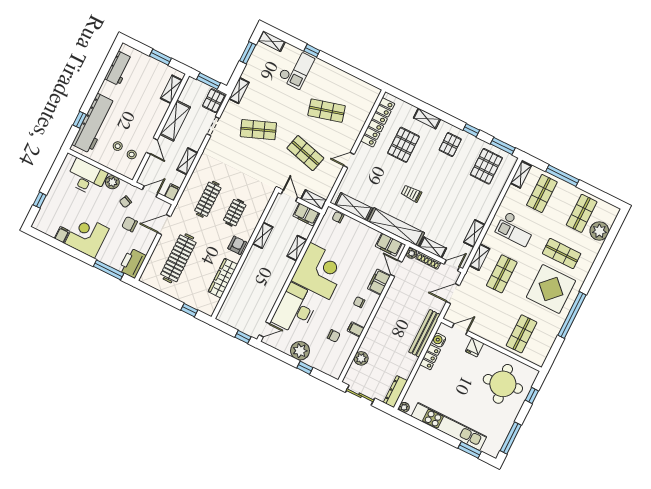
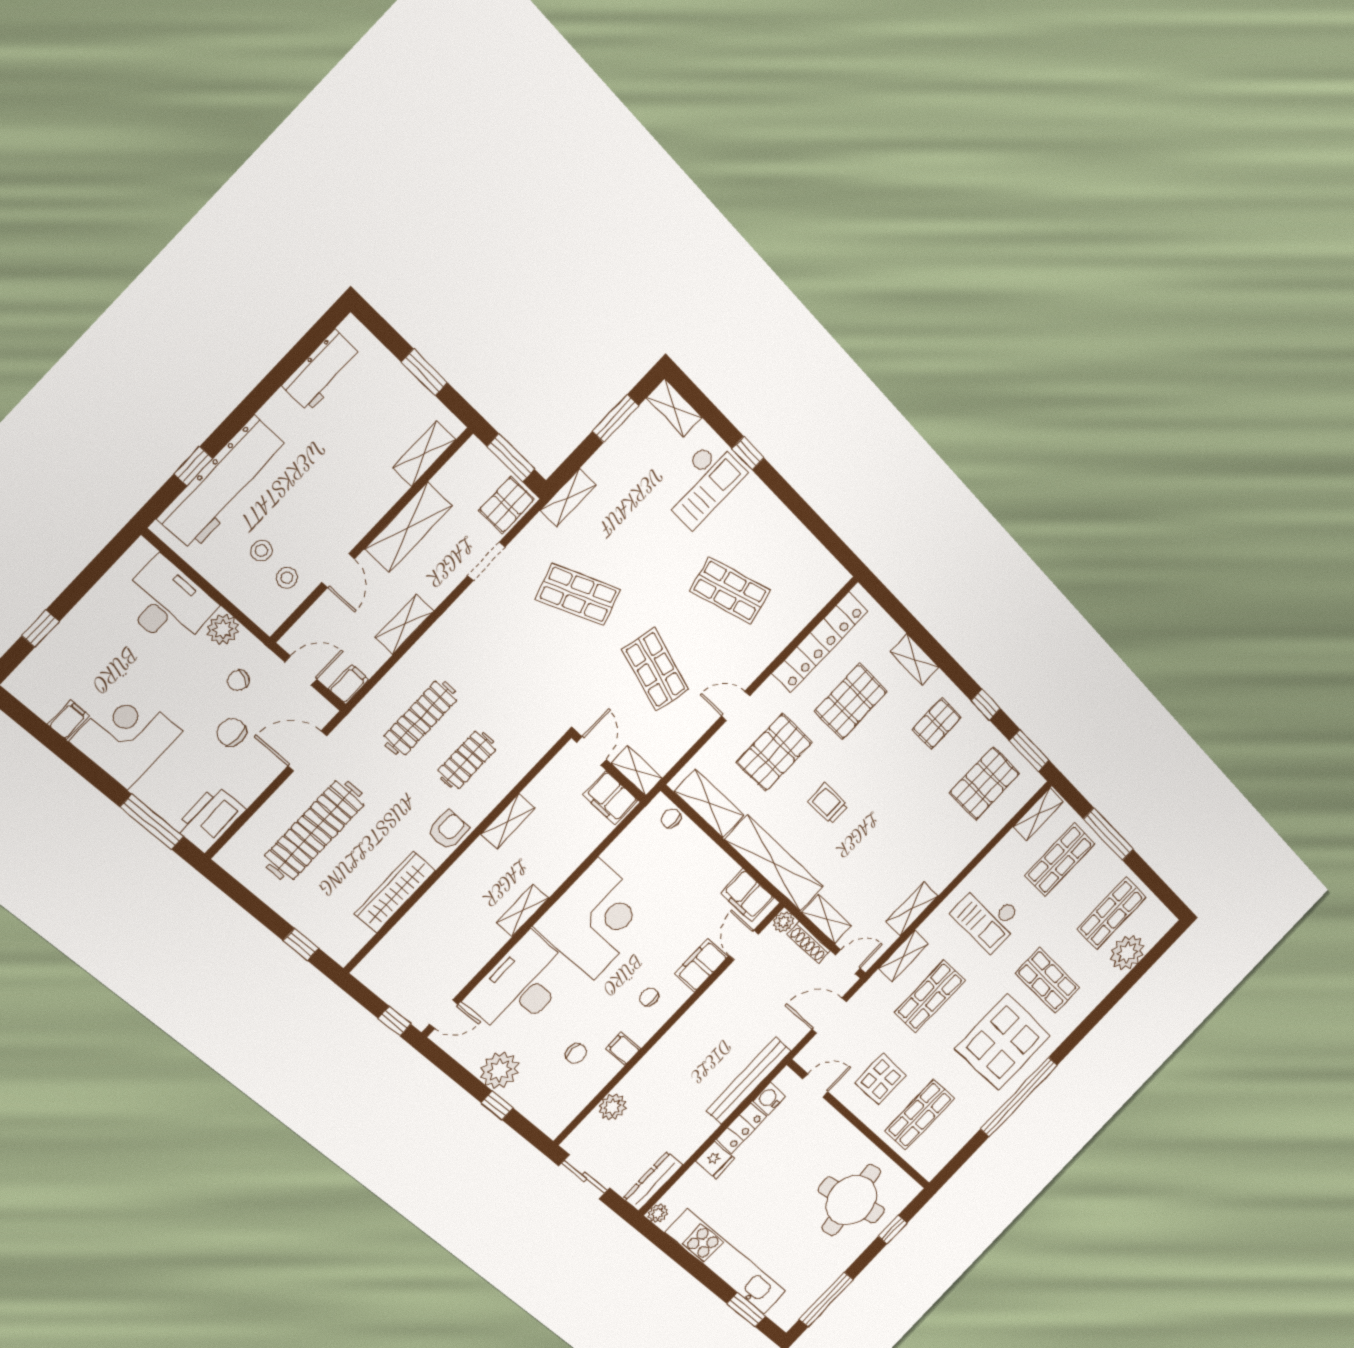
pallet: (376, 176) -> (774, 753), added
shelving: (297, 248) -> (523, 910), moved
display table: (493, 320) -> (881, 1079), added
fridge: (475, 347) -> (715, 1160), moved, turned -90

